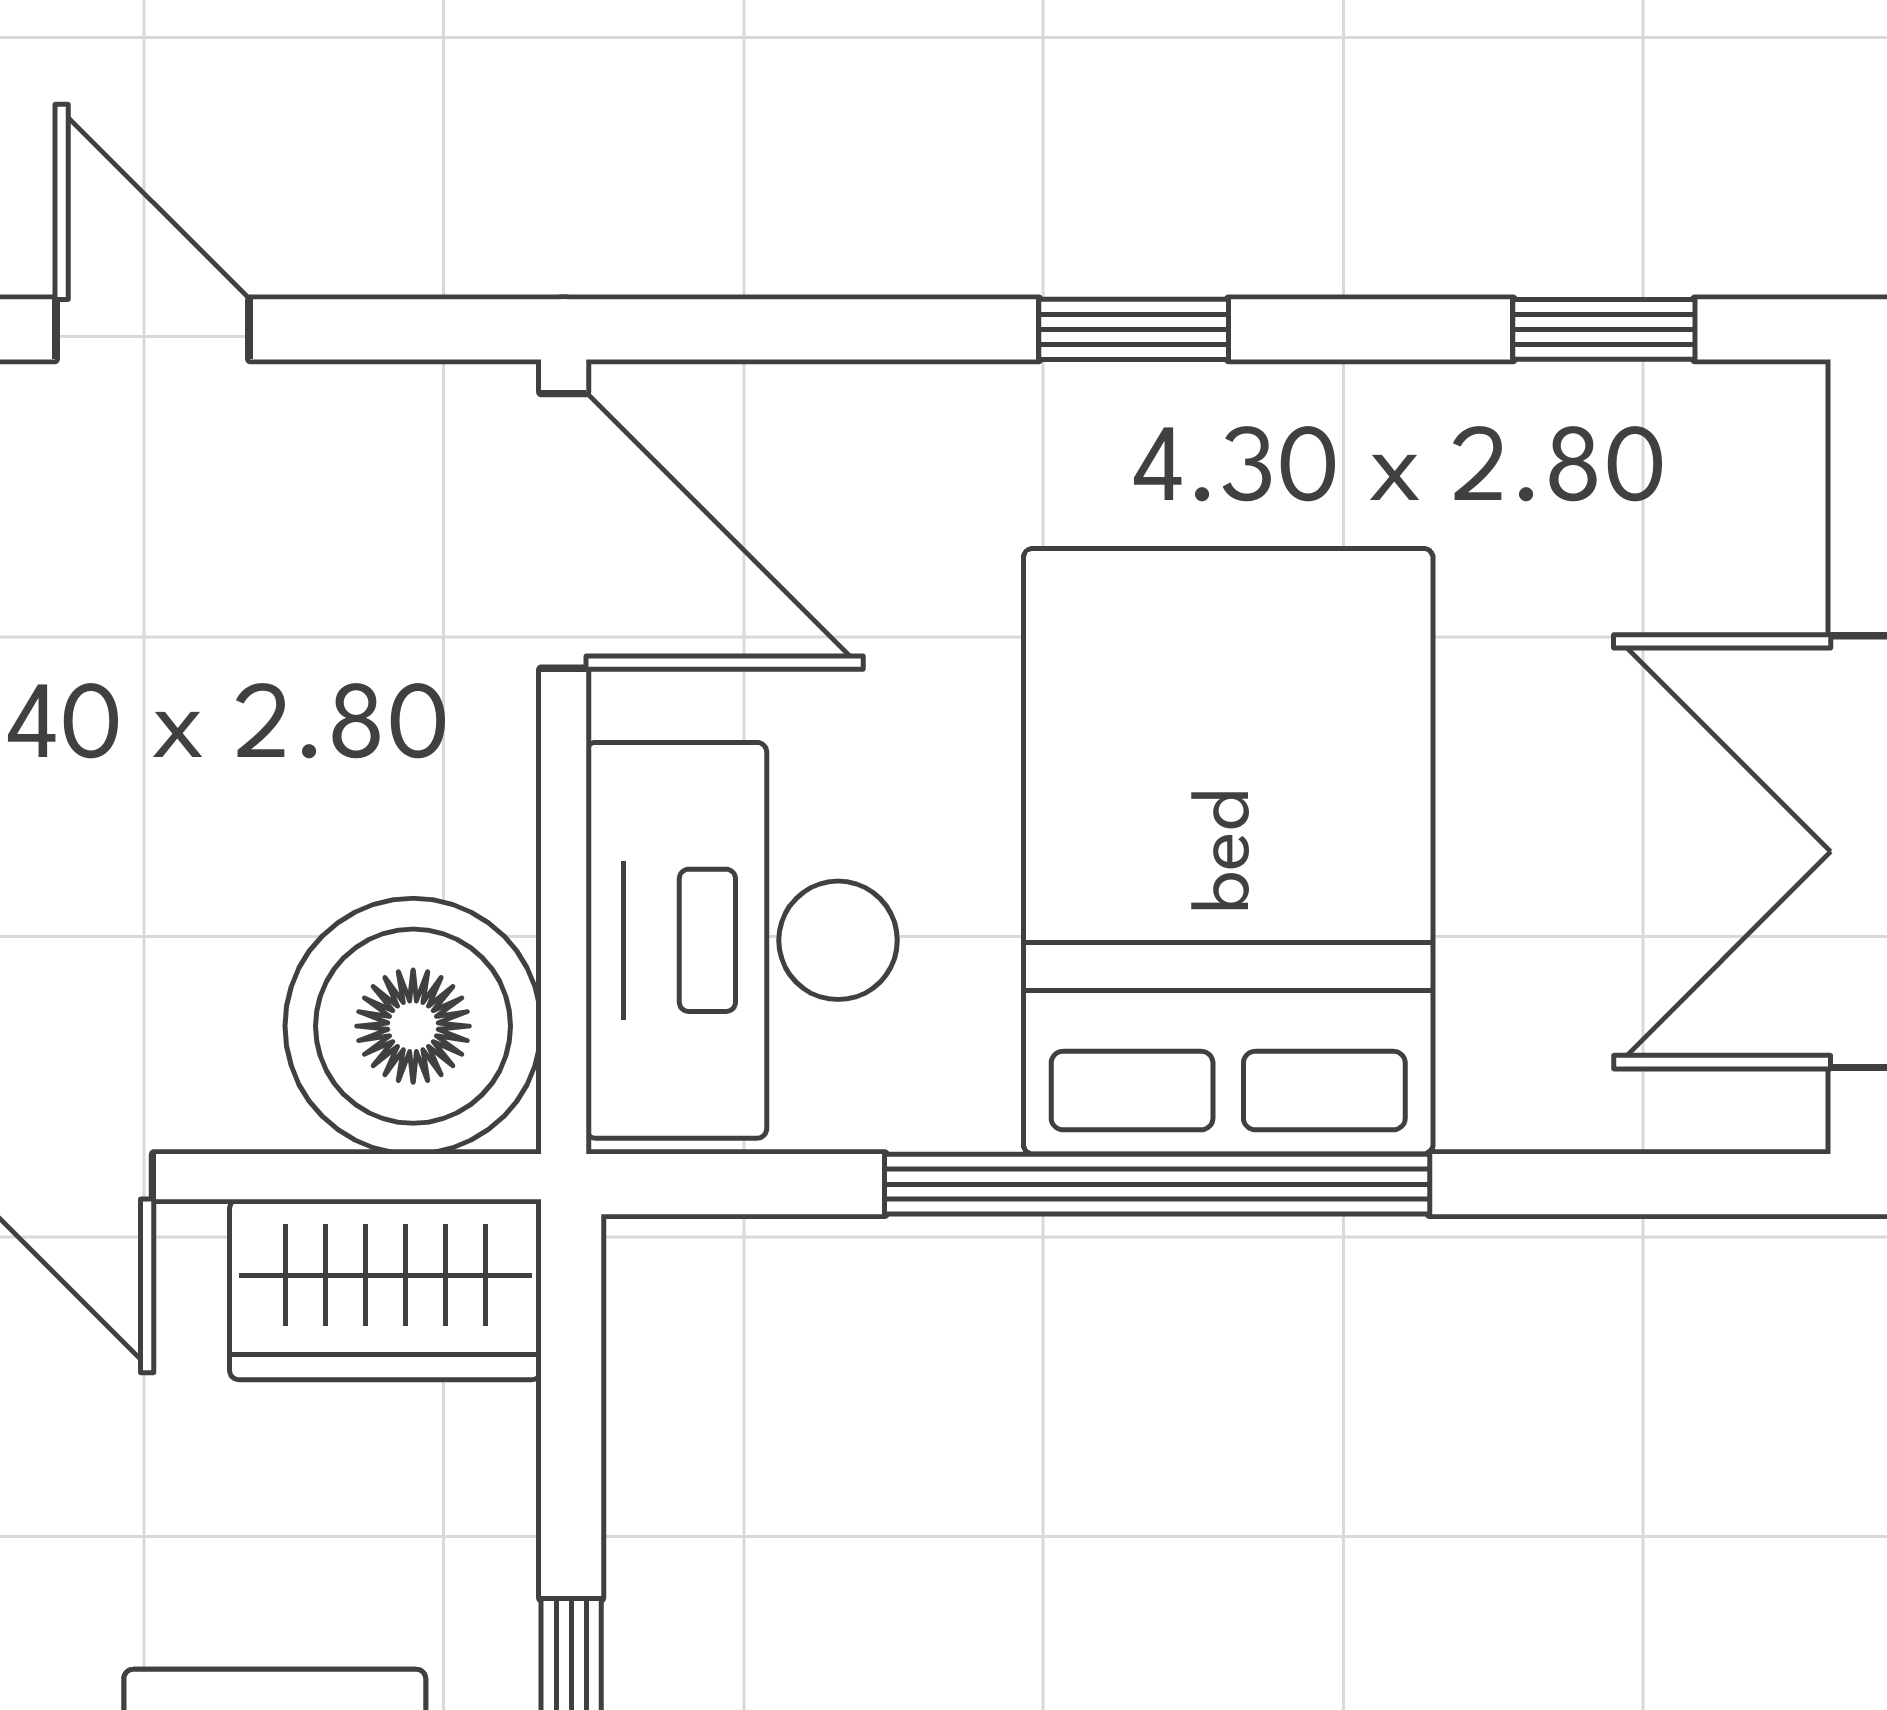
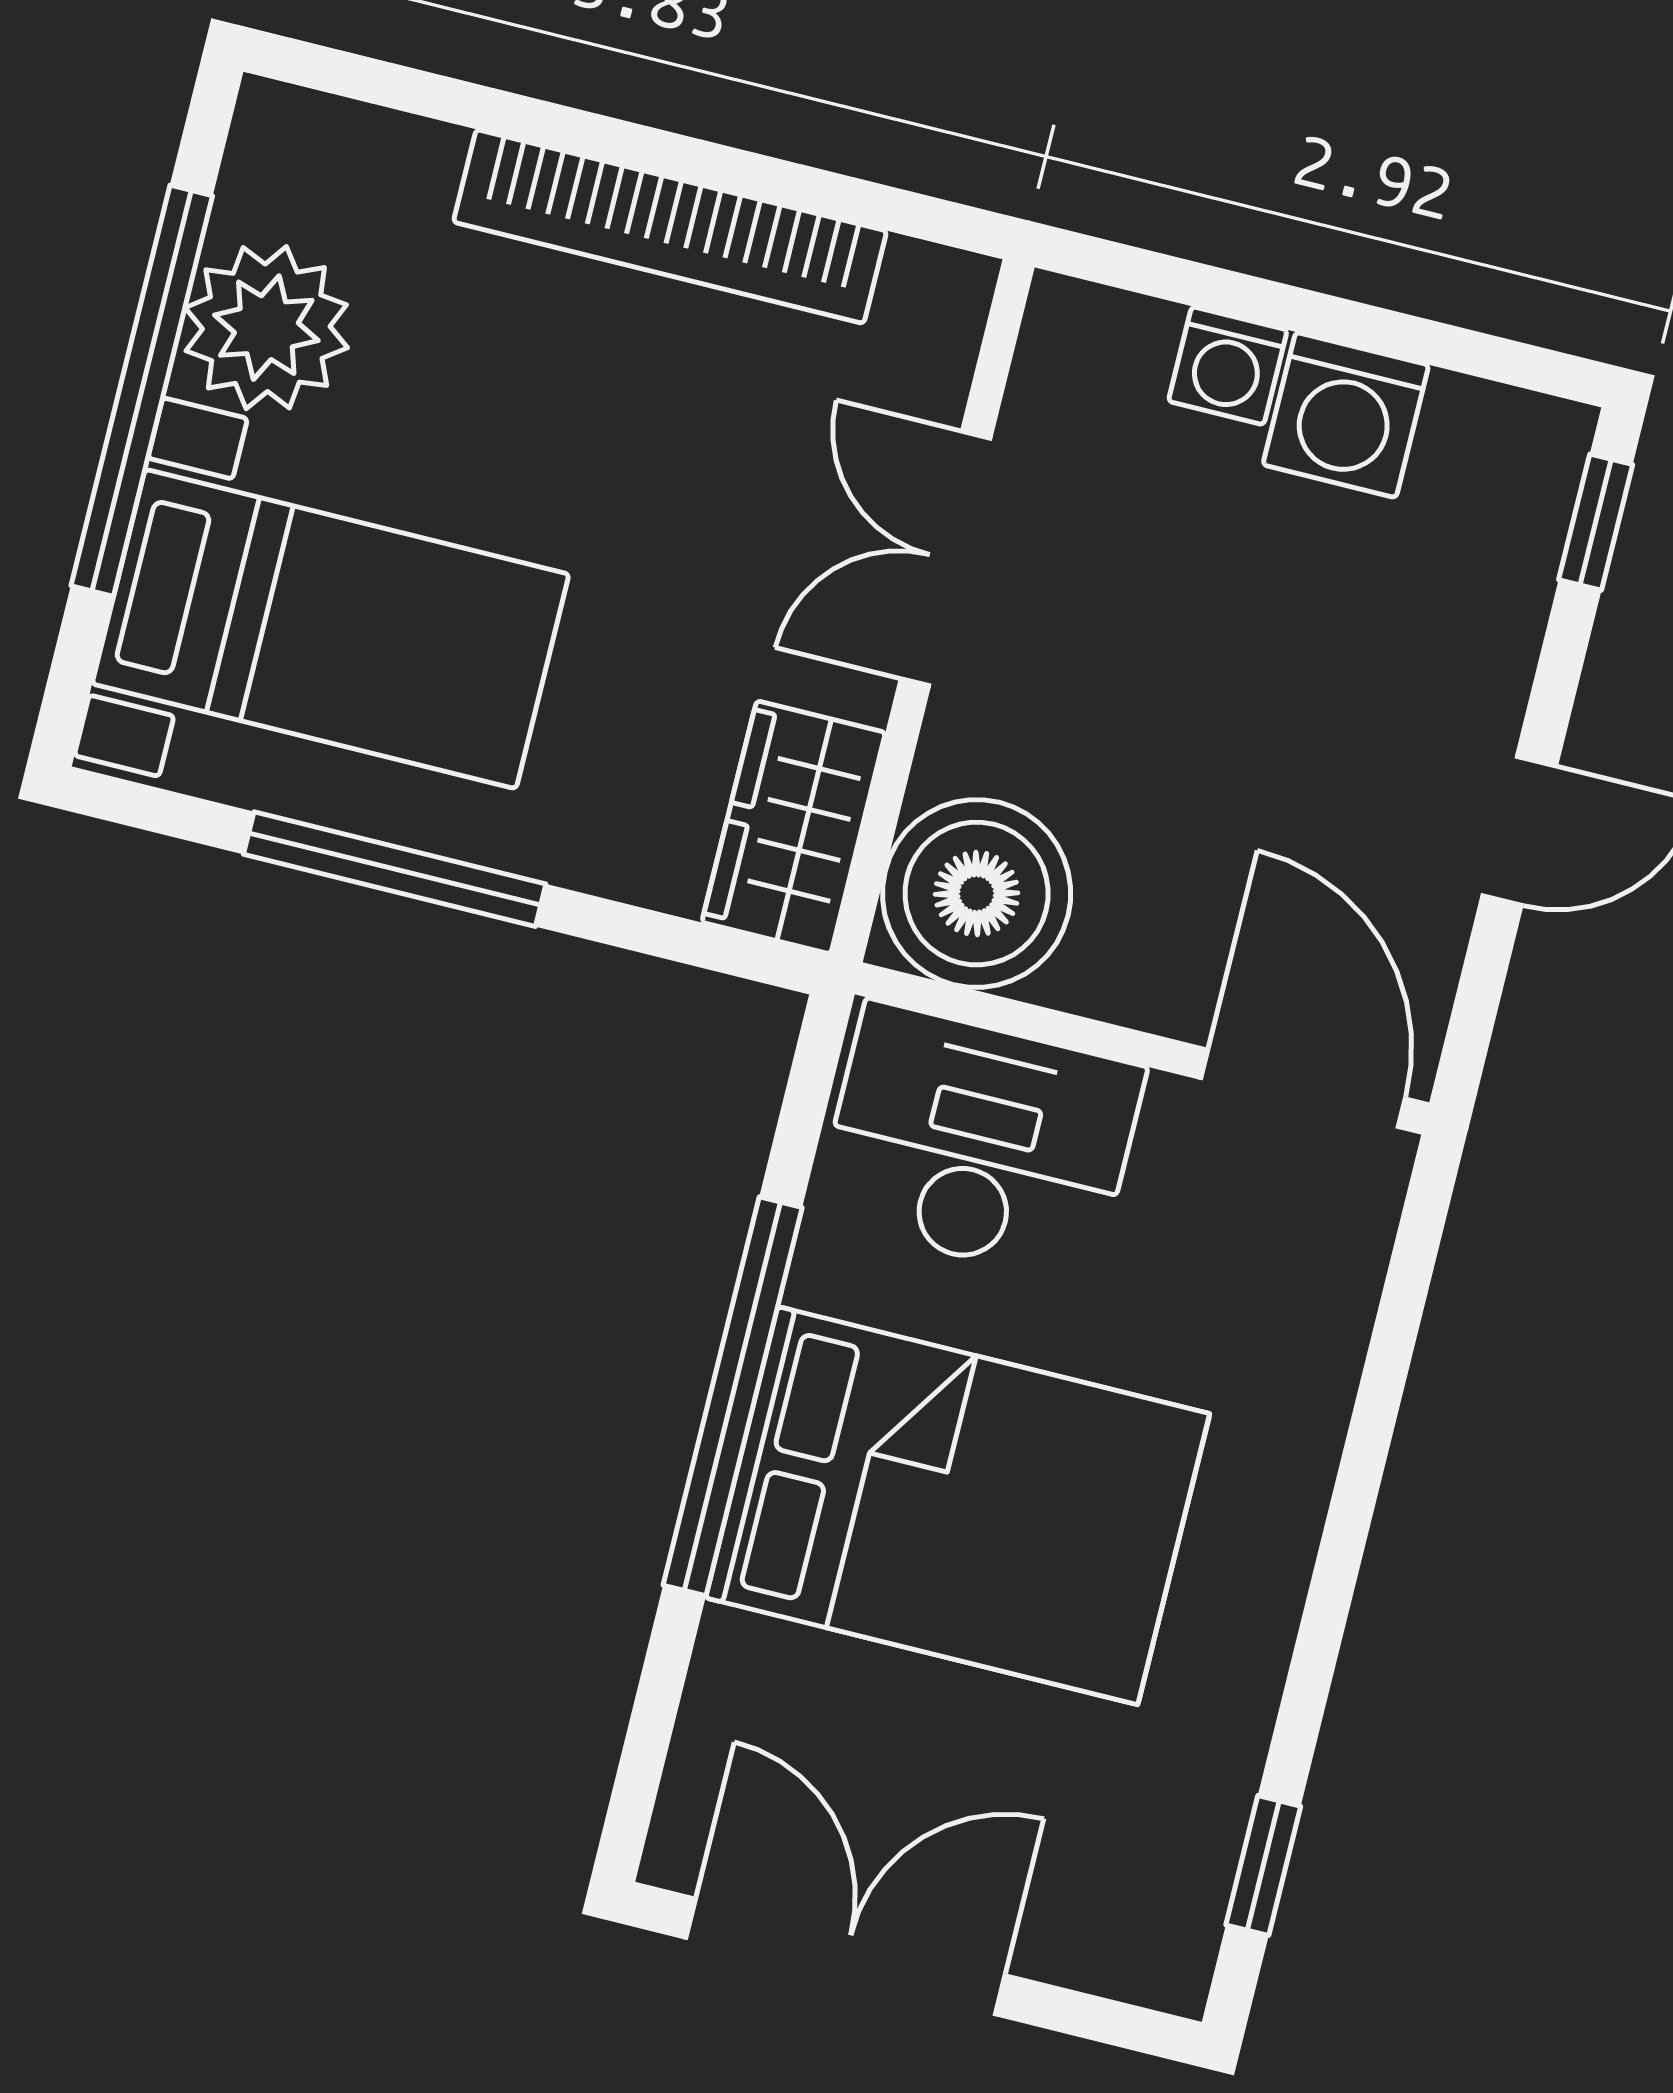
window: (1134, 329) -> (1346, 1530), removed
door: (564, 531) -> (1303, 1088), swing flipped

